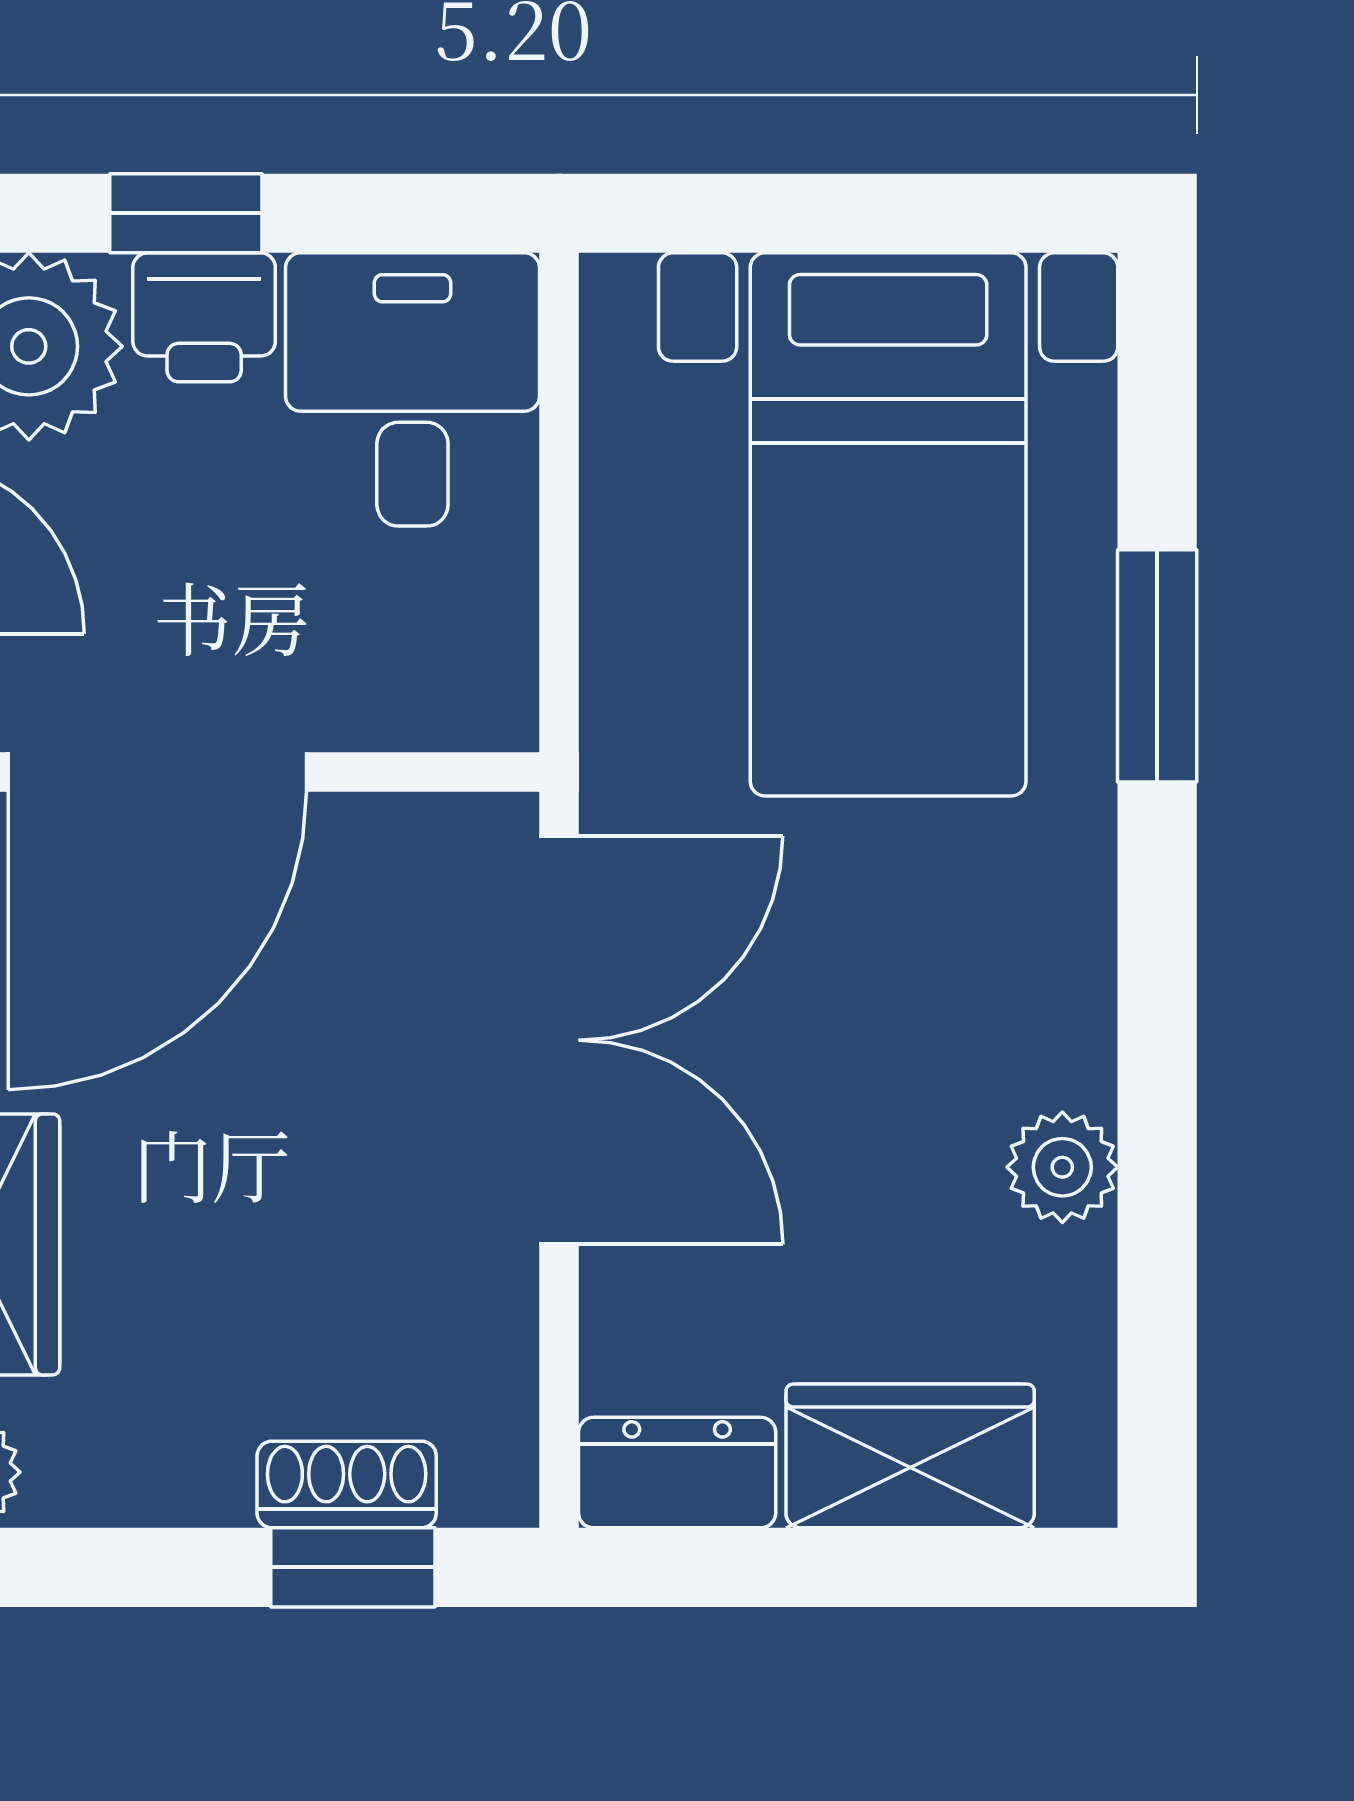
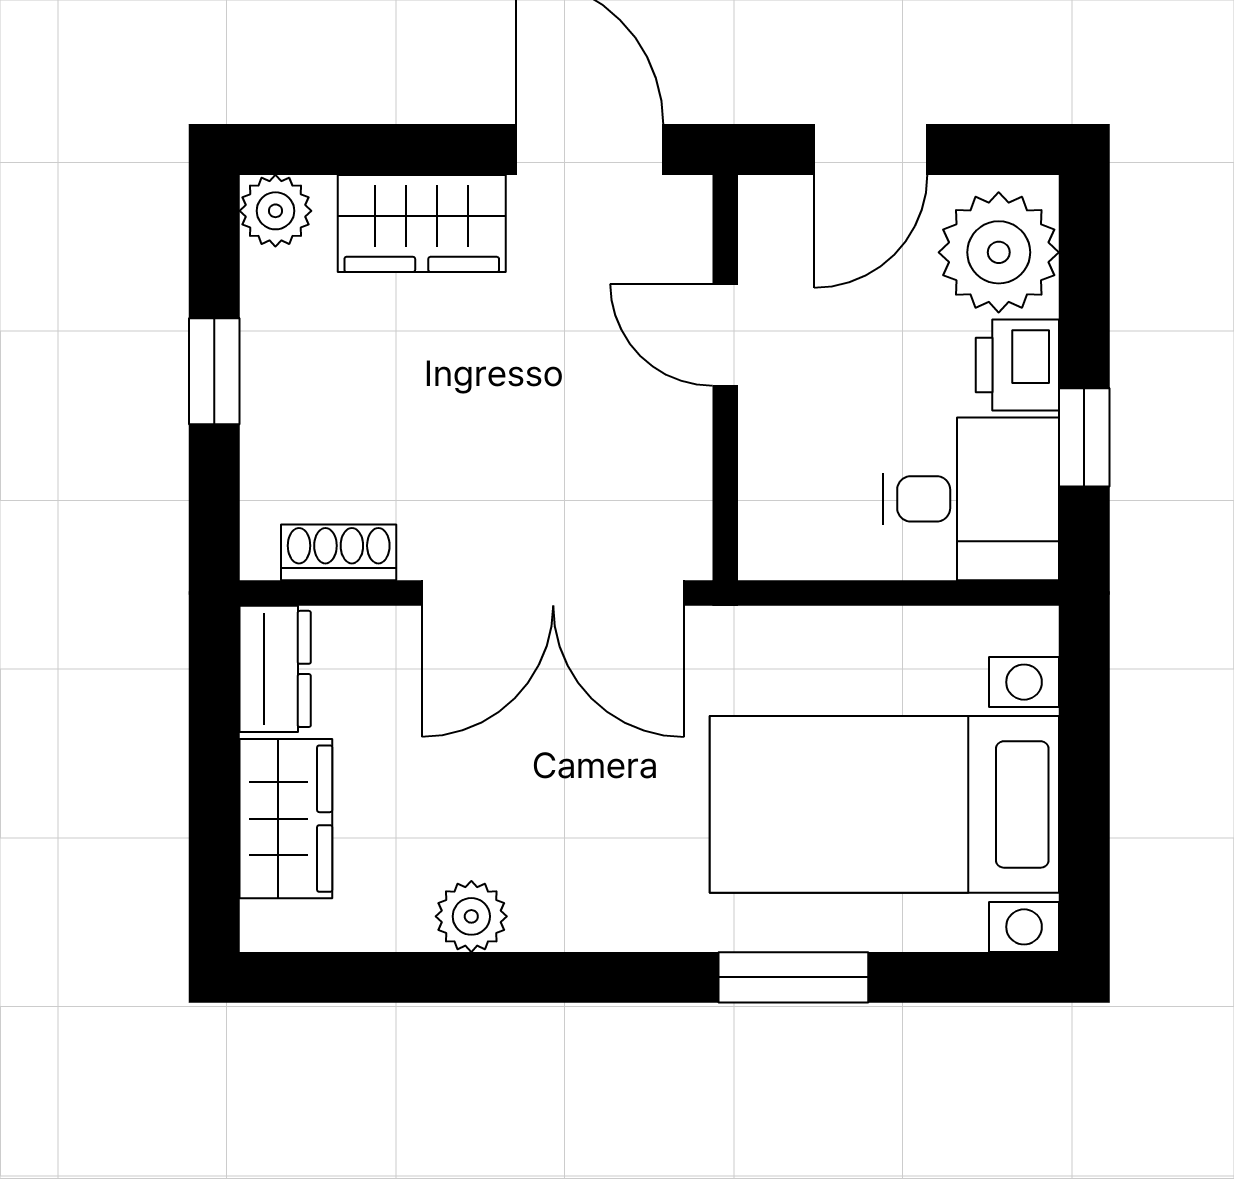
window: (186, 213) -> (1084, 437), moved
door: (157, 772) -> (725, 335), width x0.53
shoe rack: (347, 1484) -> (339, 552), moved, turned -90
window: (353, 1567) -> (214, 371), moved

